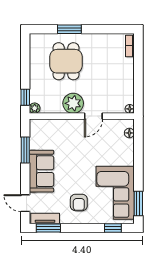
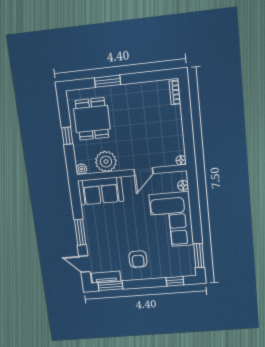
dining table: (66, 61) -> (92, 119), moved
window: (25, 97) -> (67, 136), moved
plant: (73, 103) -> (106, 162), moved
window: (25, 150) -> (80, 232), moved
sofa: (41, 171) -> (101, 191), moved, turned 90
corner sofa: (115, 193) -> (171, 220), moved

